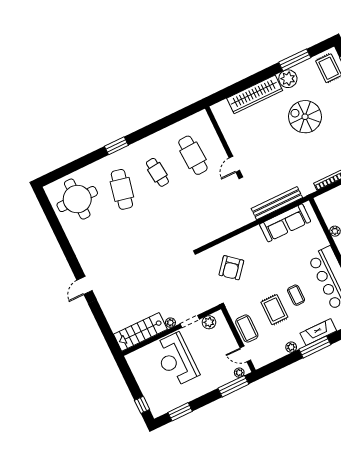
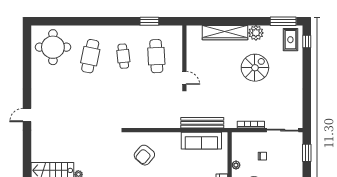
window: (295, 60) -> (283, 21), moved
spiral stairs: (305, 117) -> (255, 68), turned 90
window: (116, 146) -> (149, 21), moved
door: (234, 164) -> (184, 78), swing flipped

